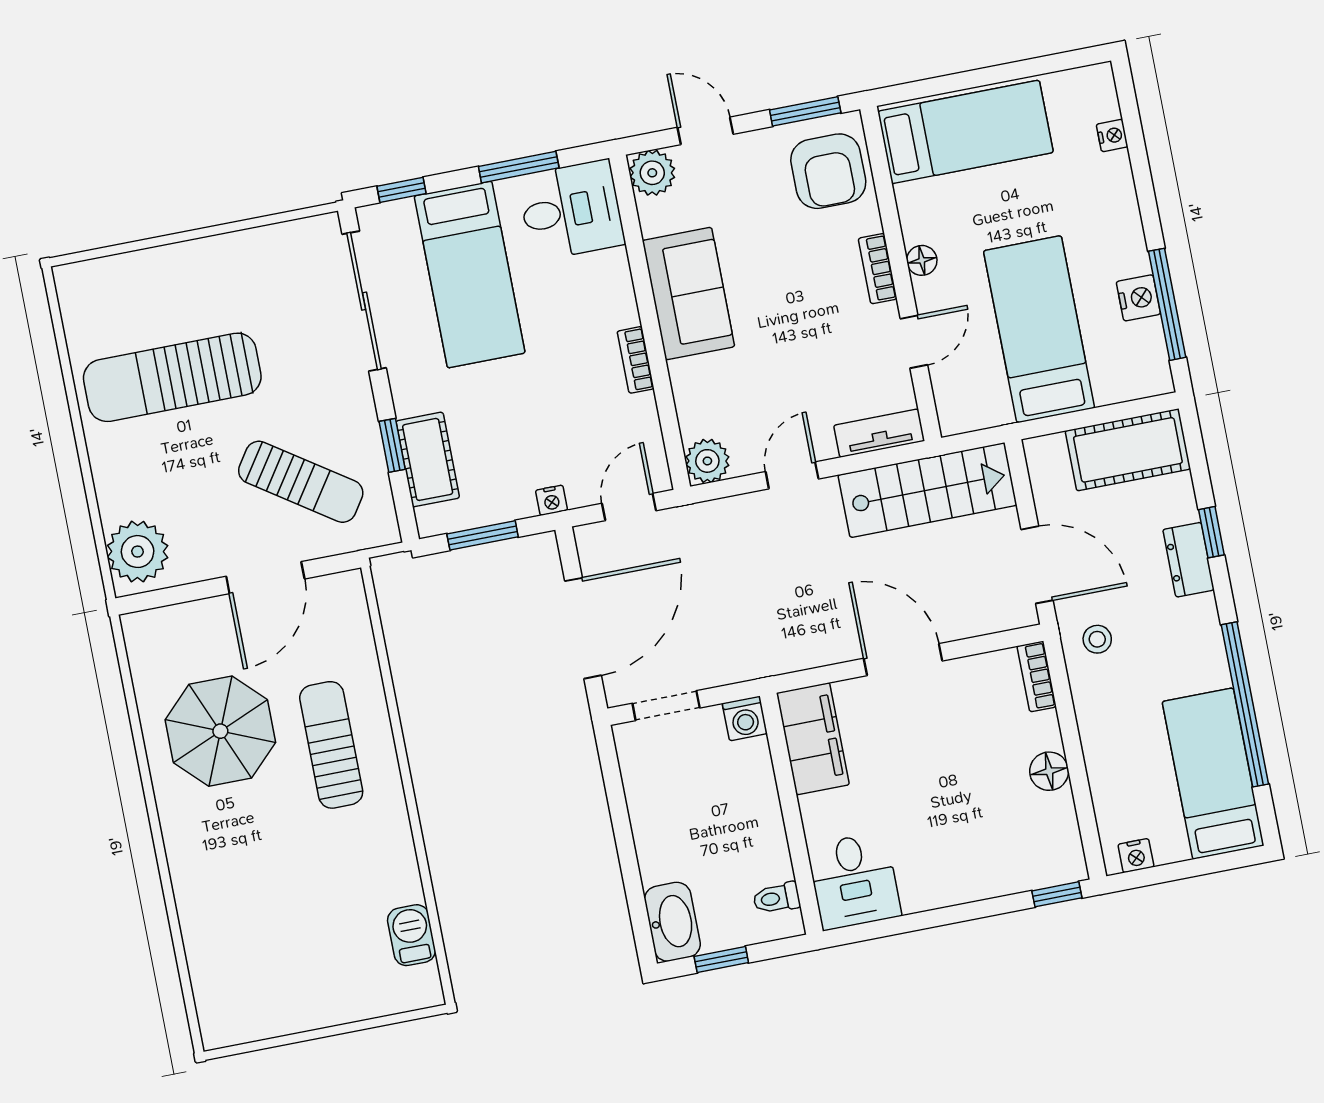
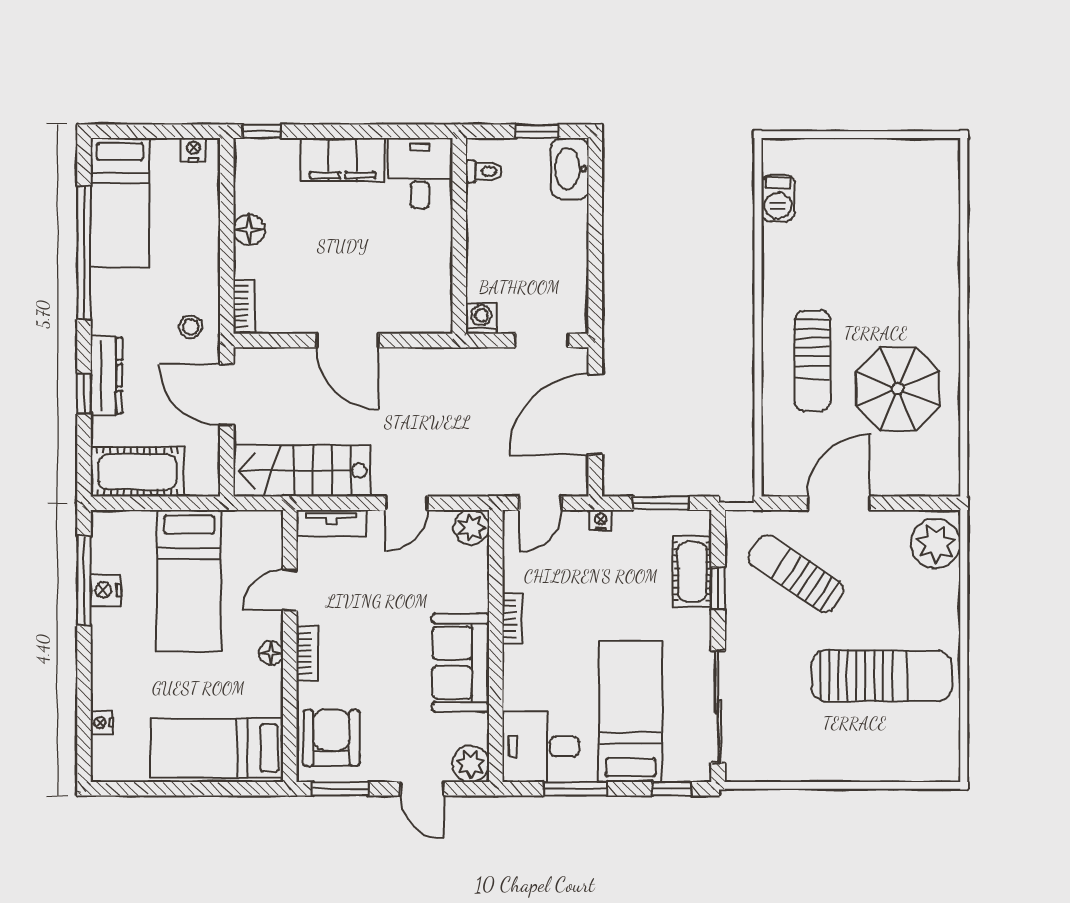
dresser: (1189, 560) -> (106, 376), width x1.44
filing cabinet: (813, 739) -> (343, 160), moved, turned -90

